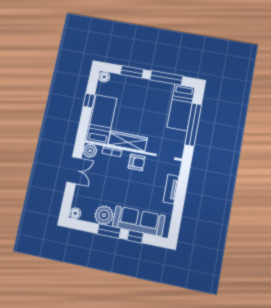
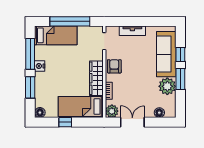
nightstand: (152, 85) -> (40, 66), added
floor lamp: (75, 213) -> (159, 113), moved

